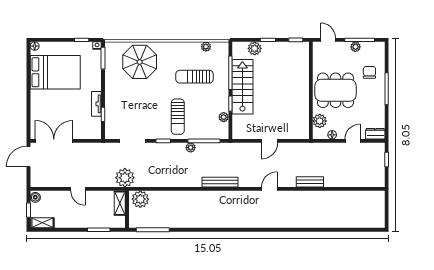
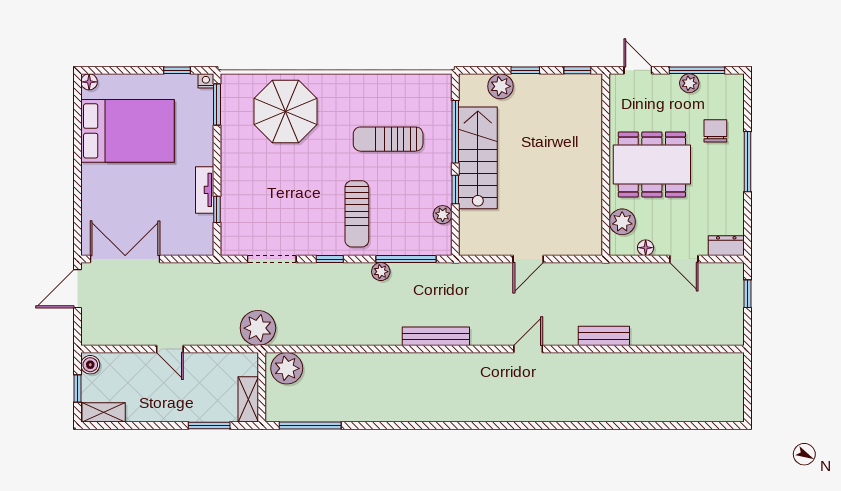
plant: (206, 47) -> (410, 83), removed
door: (353, 141) -> (684, 259), swing flipped
shelving: (120, 203) -> (248, 399), moved

